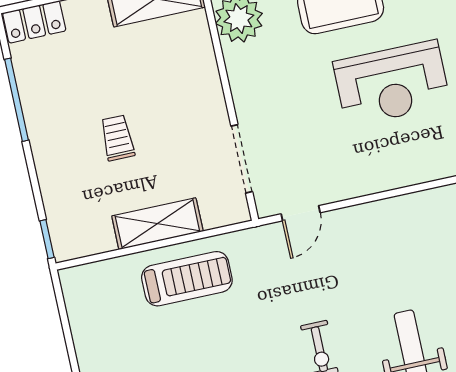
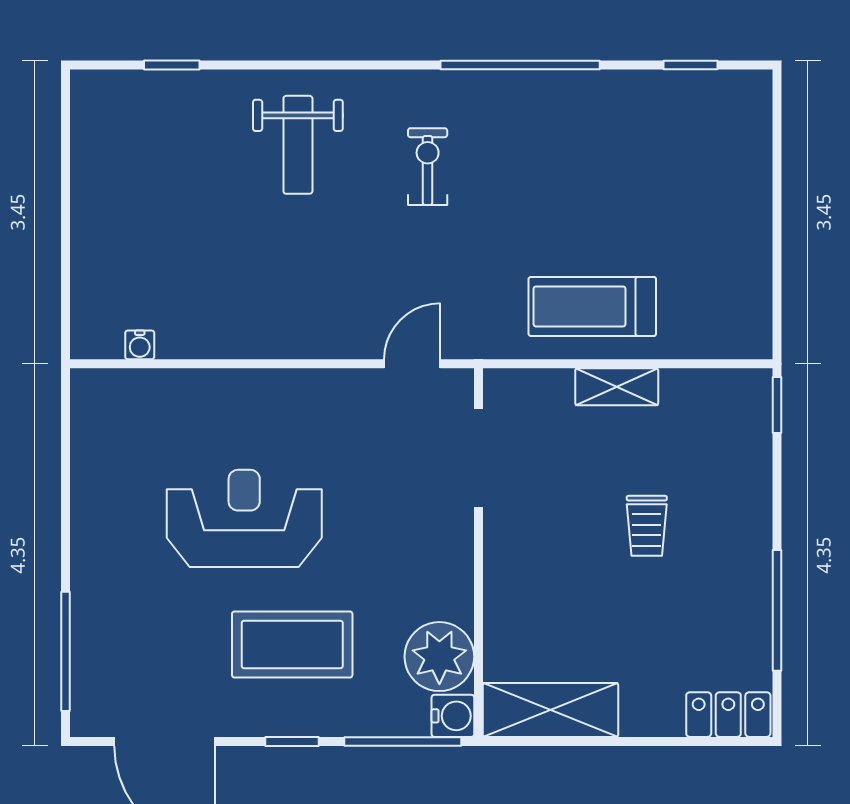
shelving: (157, 224) -> (617, 387), width x0.67, depth x0.75

